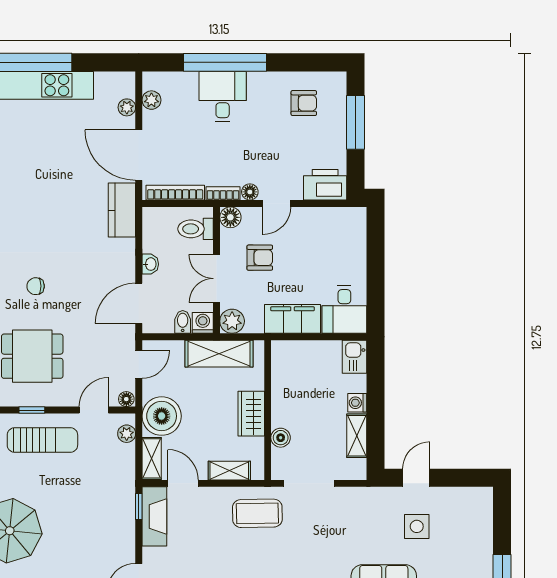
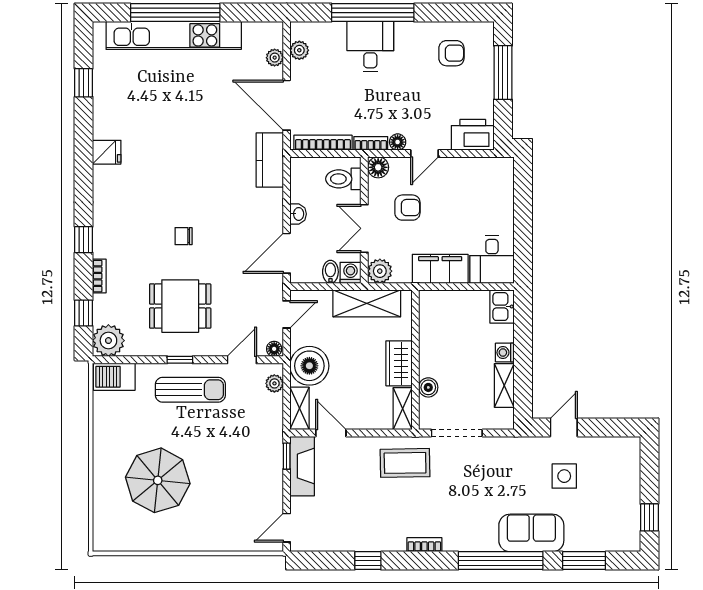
shelving: (229, 471) -> (403, 409), moved, turned 90

